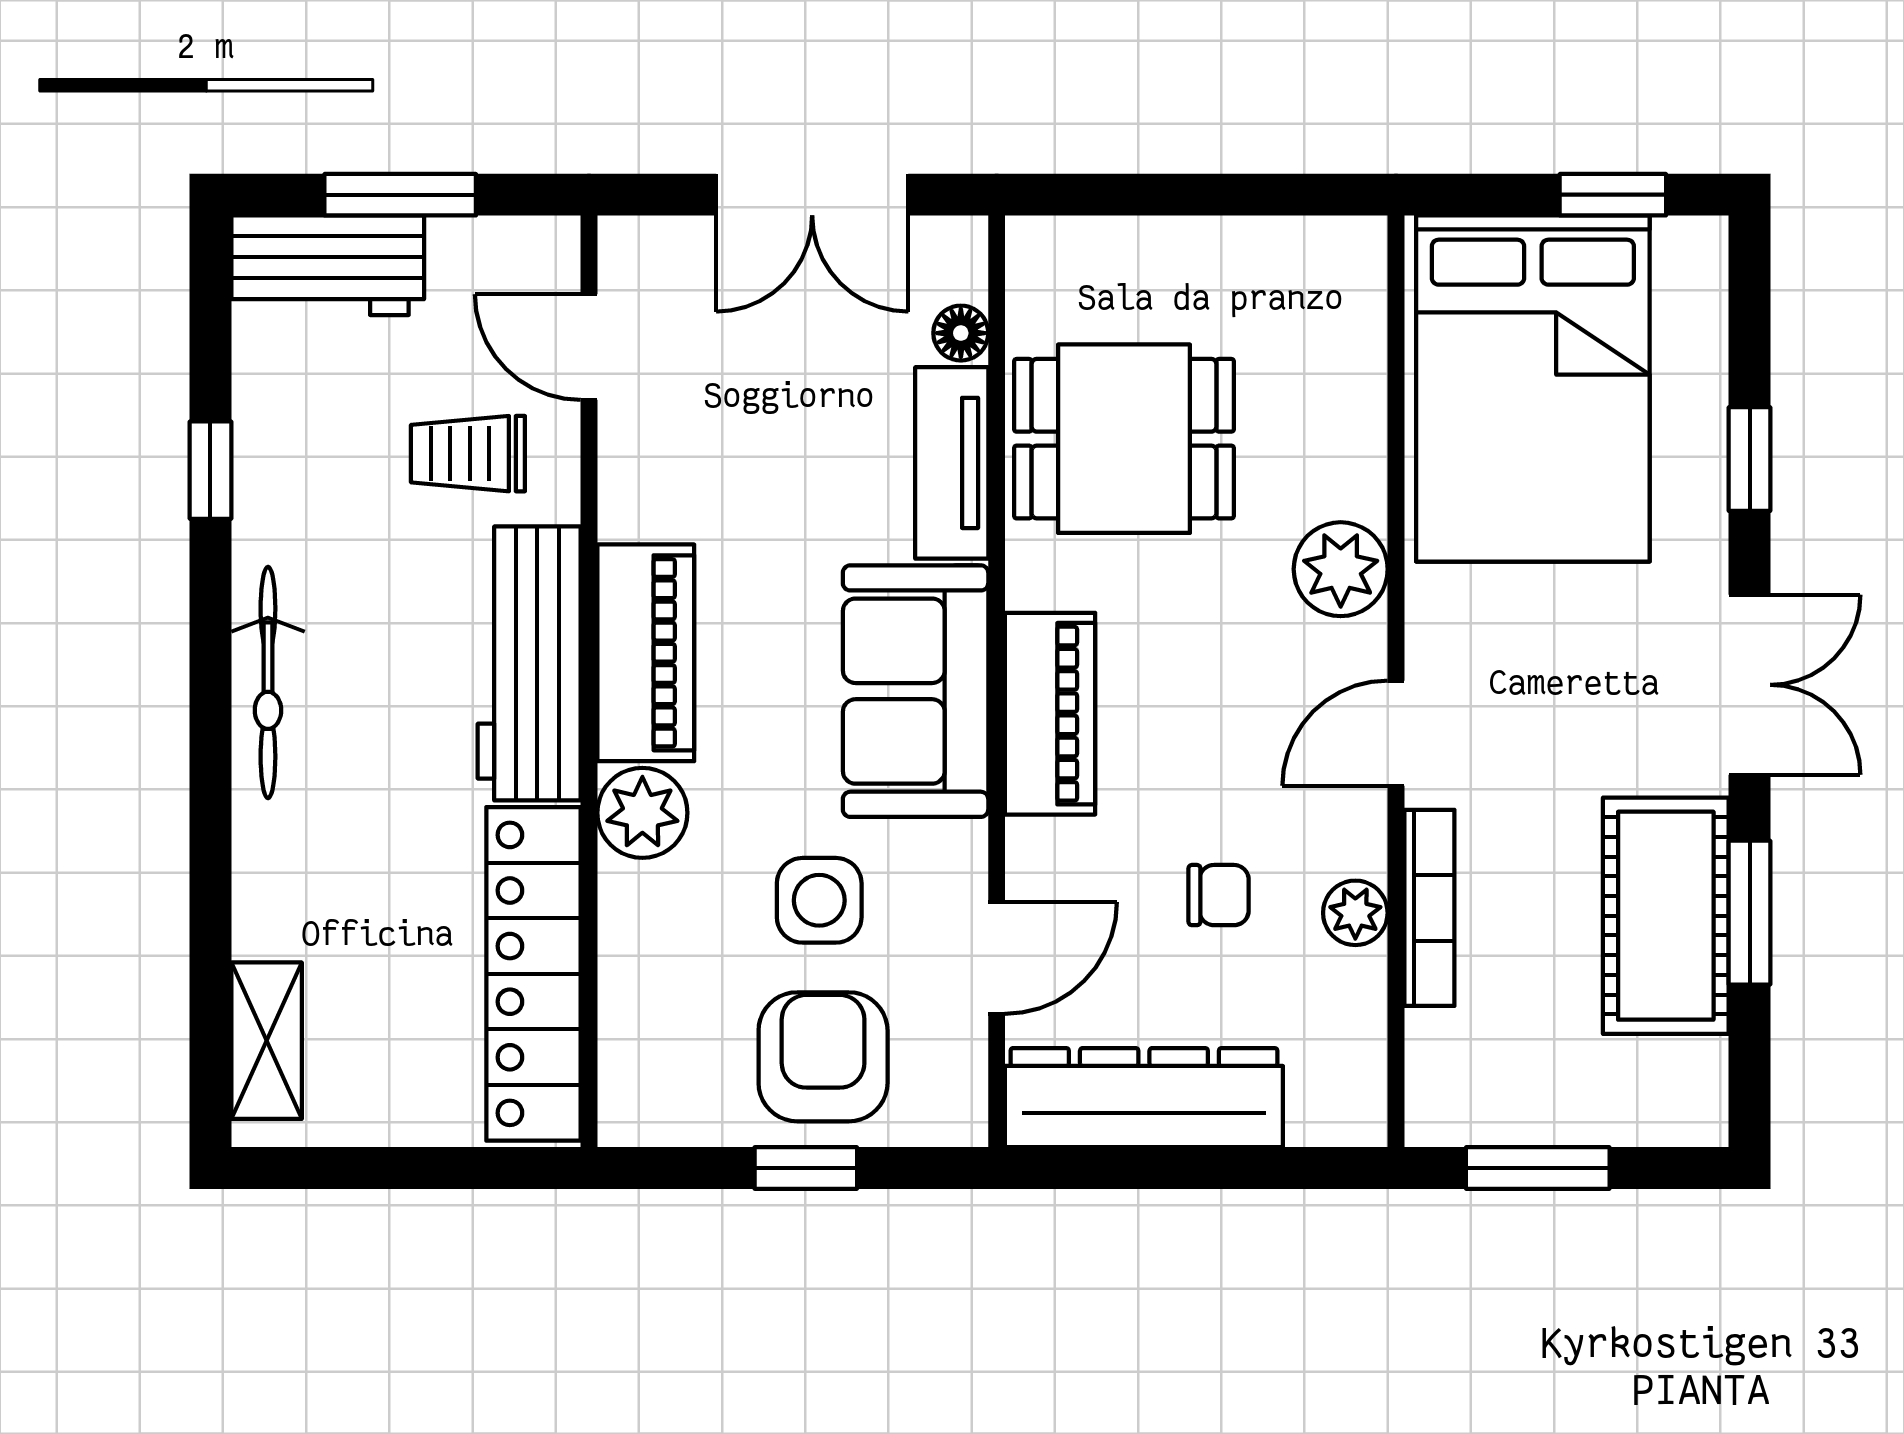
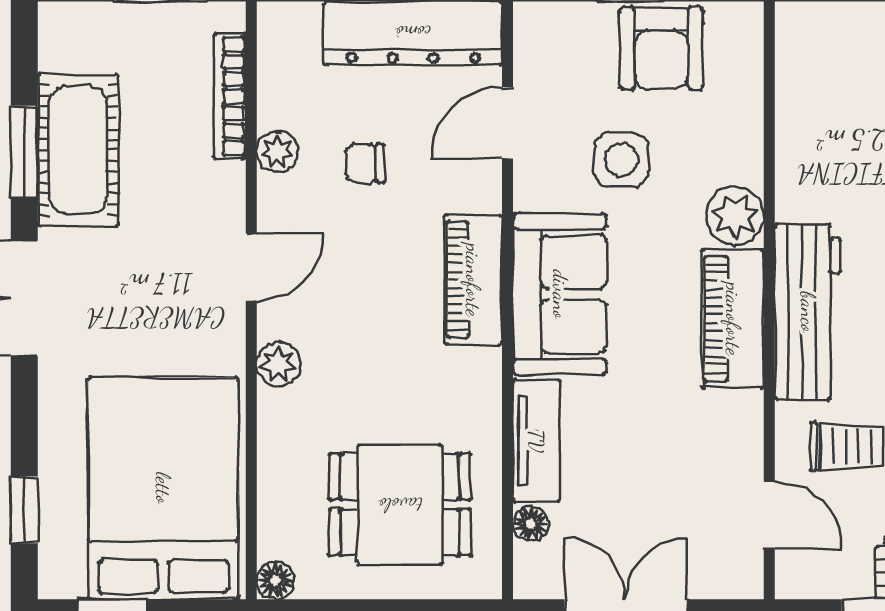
floor lamp: (1358, 245) -> (276, 581), added
dining table: (1124, 439) -> (400, 505), moved
window: (1750, 459) -> (24, 510), moved
plant: (1341, 569) -> (279, 364), width x0.73, depth x0.73
bookcase: (1429, 908) -> (230, 96), moved
locker: (534, 974) -> (805, 113), removed
armchair: (823, 1057) -> (661, 48), moved

